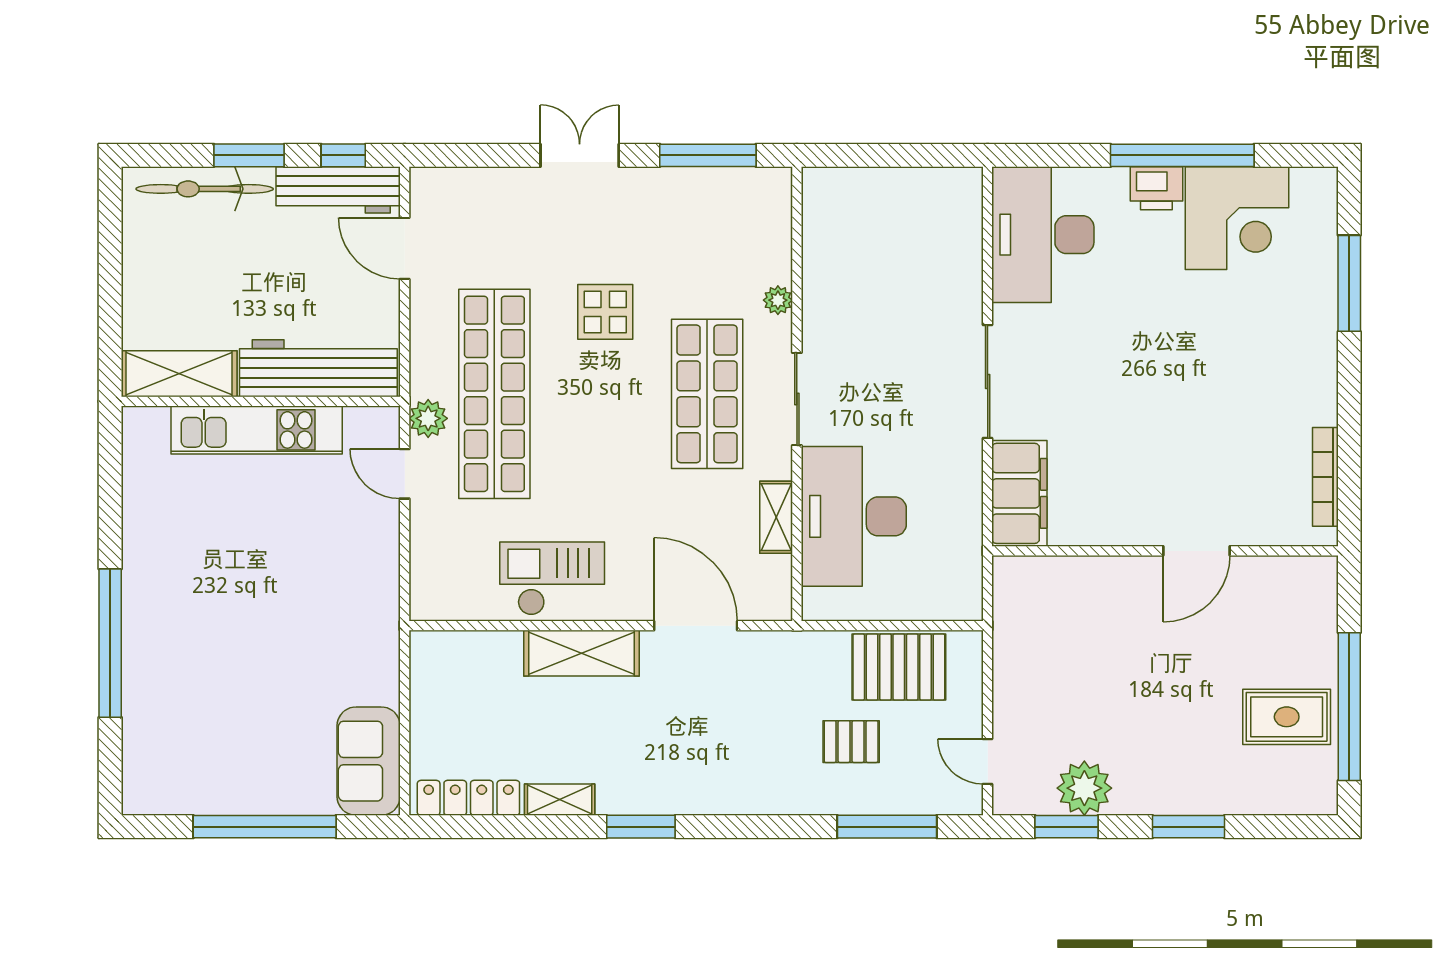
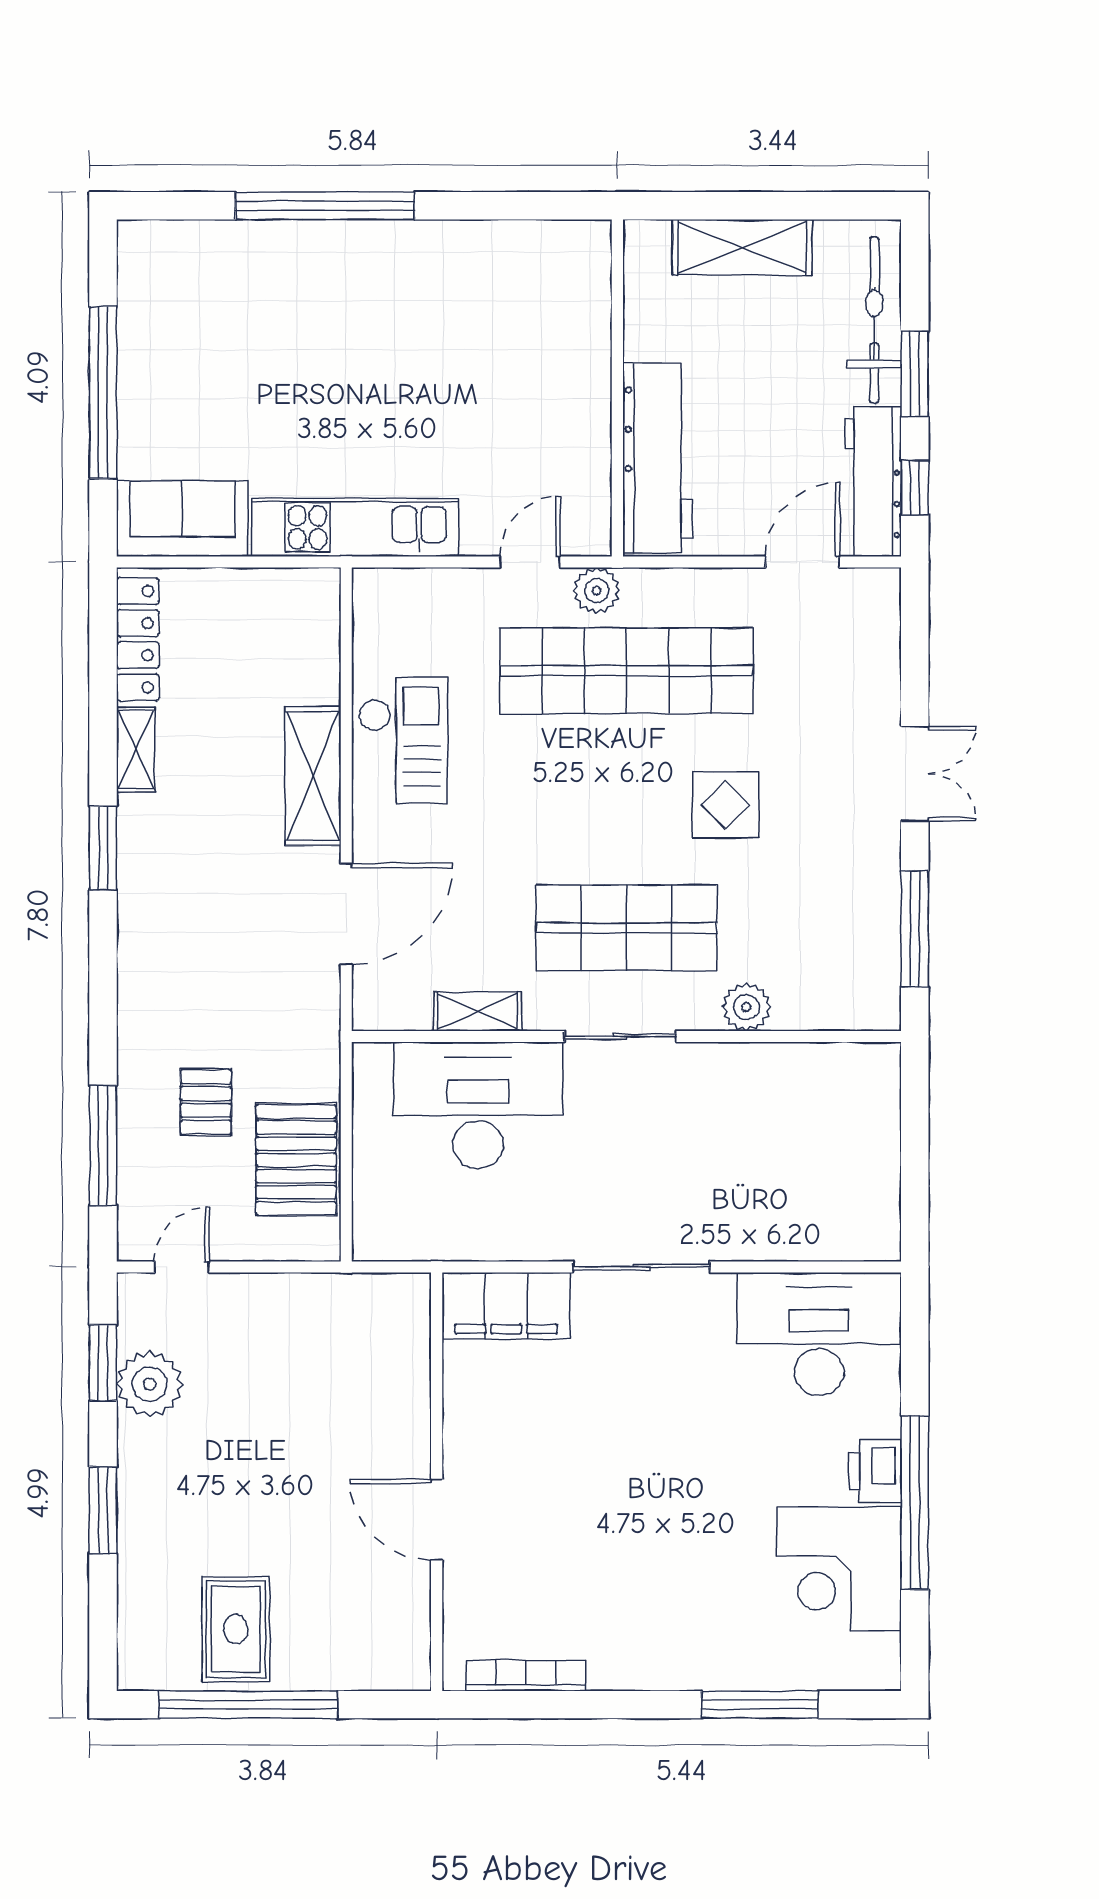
plant: (778, 300) -> (746, 1007), width x1.38, depth x1.38
shelving: (179, 374) -> (742, 247), moved, turned 90
kitchen unit: (257, 430) -> (355, 527), moved, turned 90

